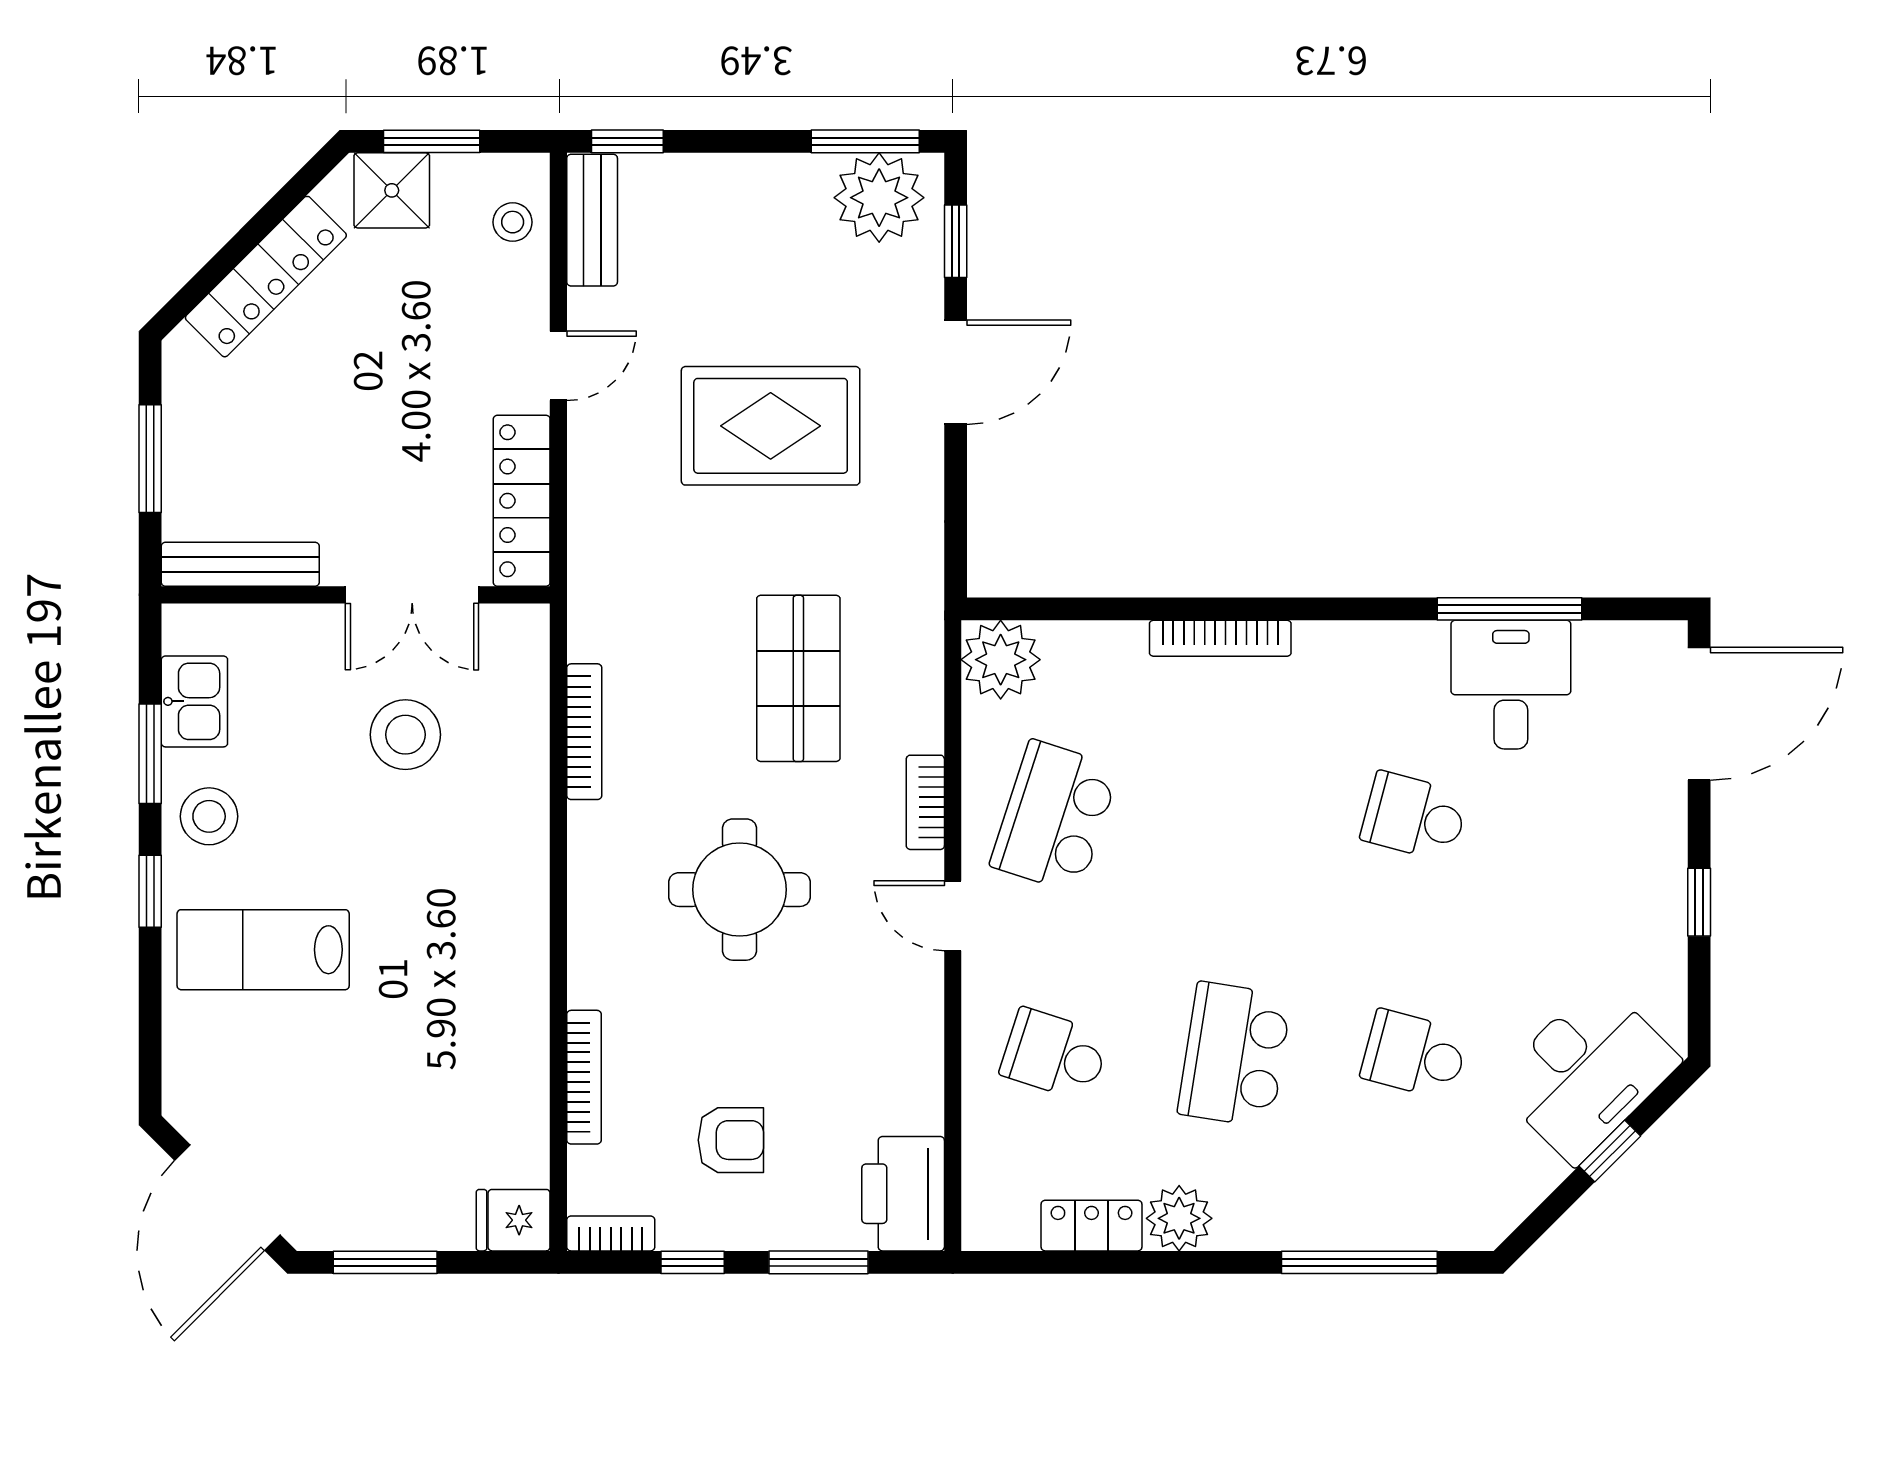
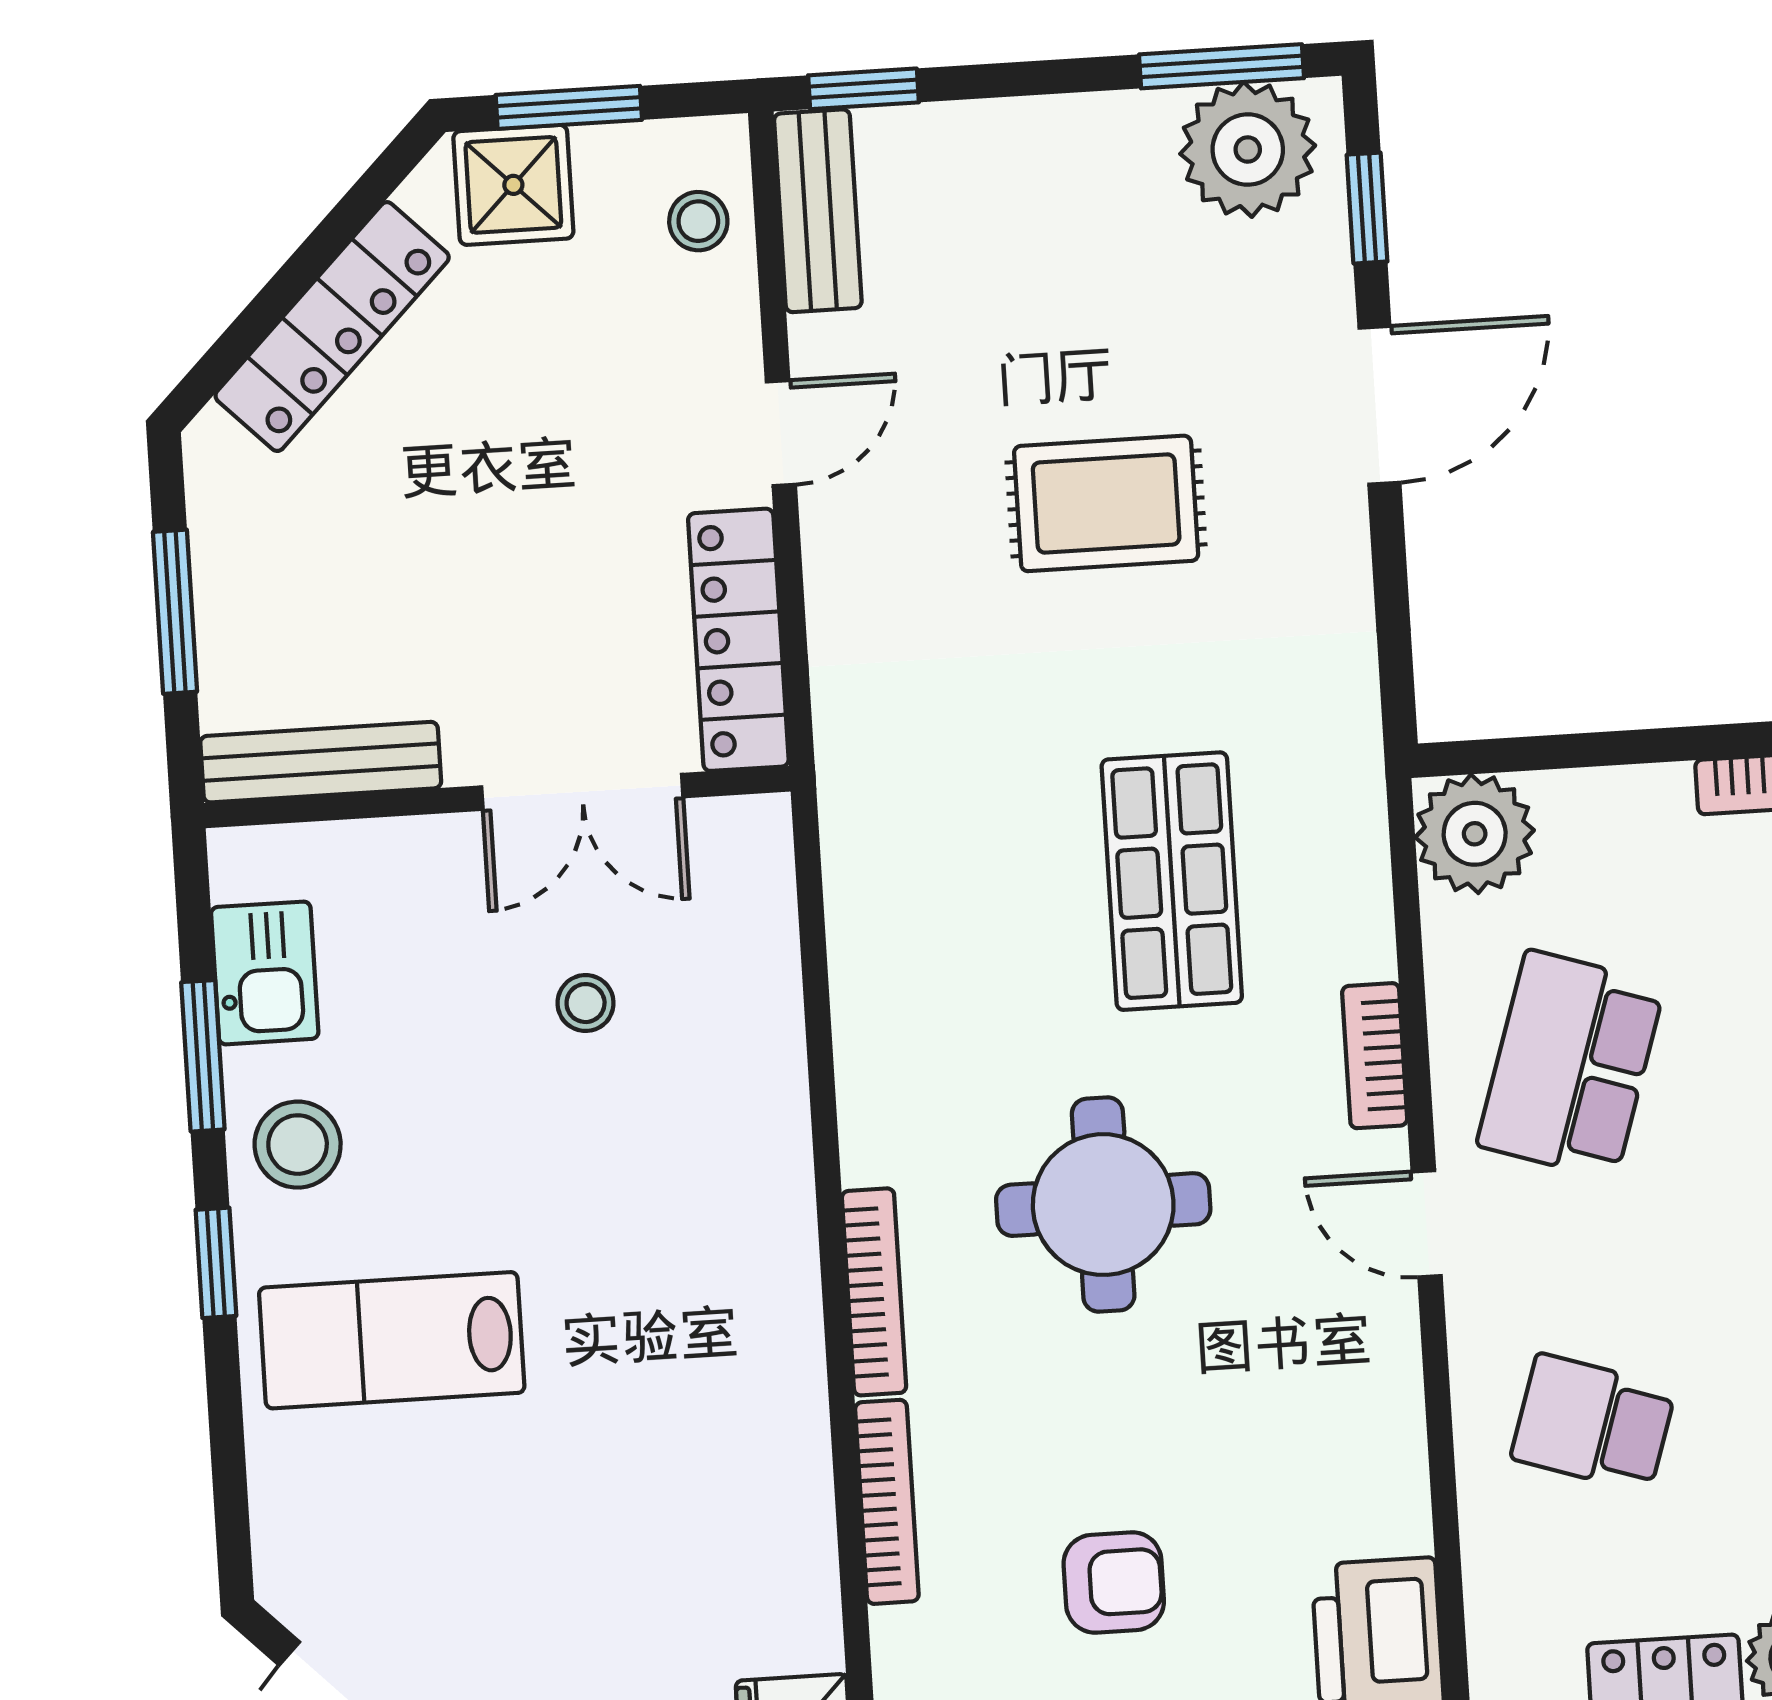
rug: (771, 426) -> (1106, 503), width x0.73, depth x0.70
bookcase: (584, 732) -> (874, 1292), moved
stool: (405, 735) -> (586, 1003), width x0.53, depth x0.53

